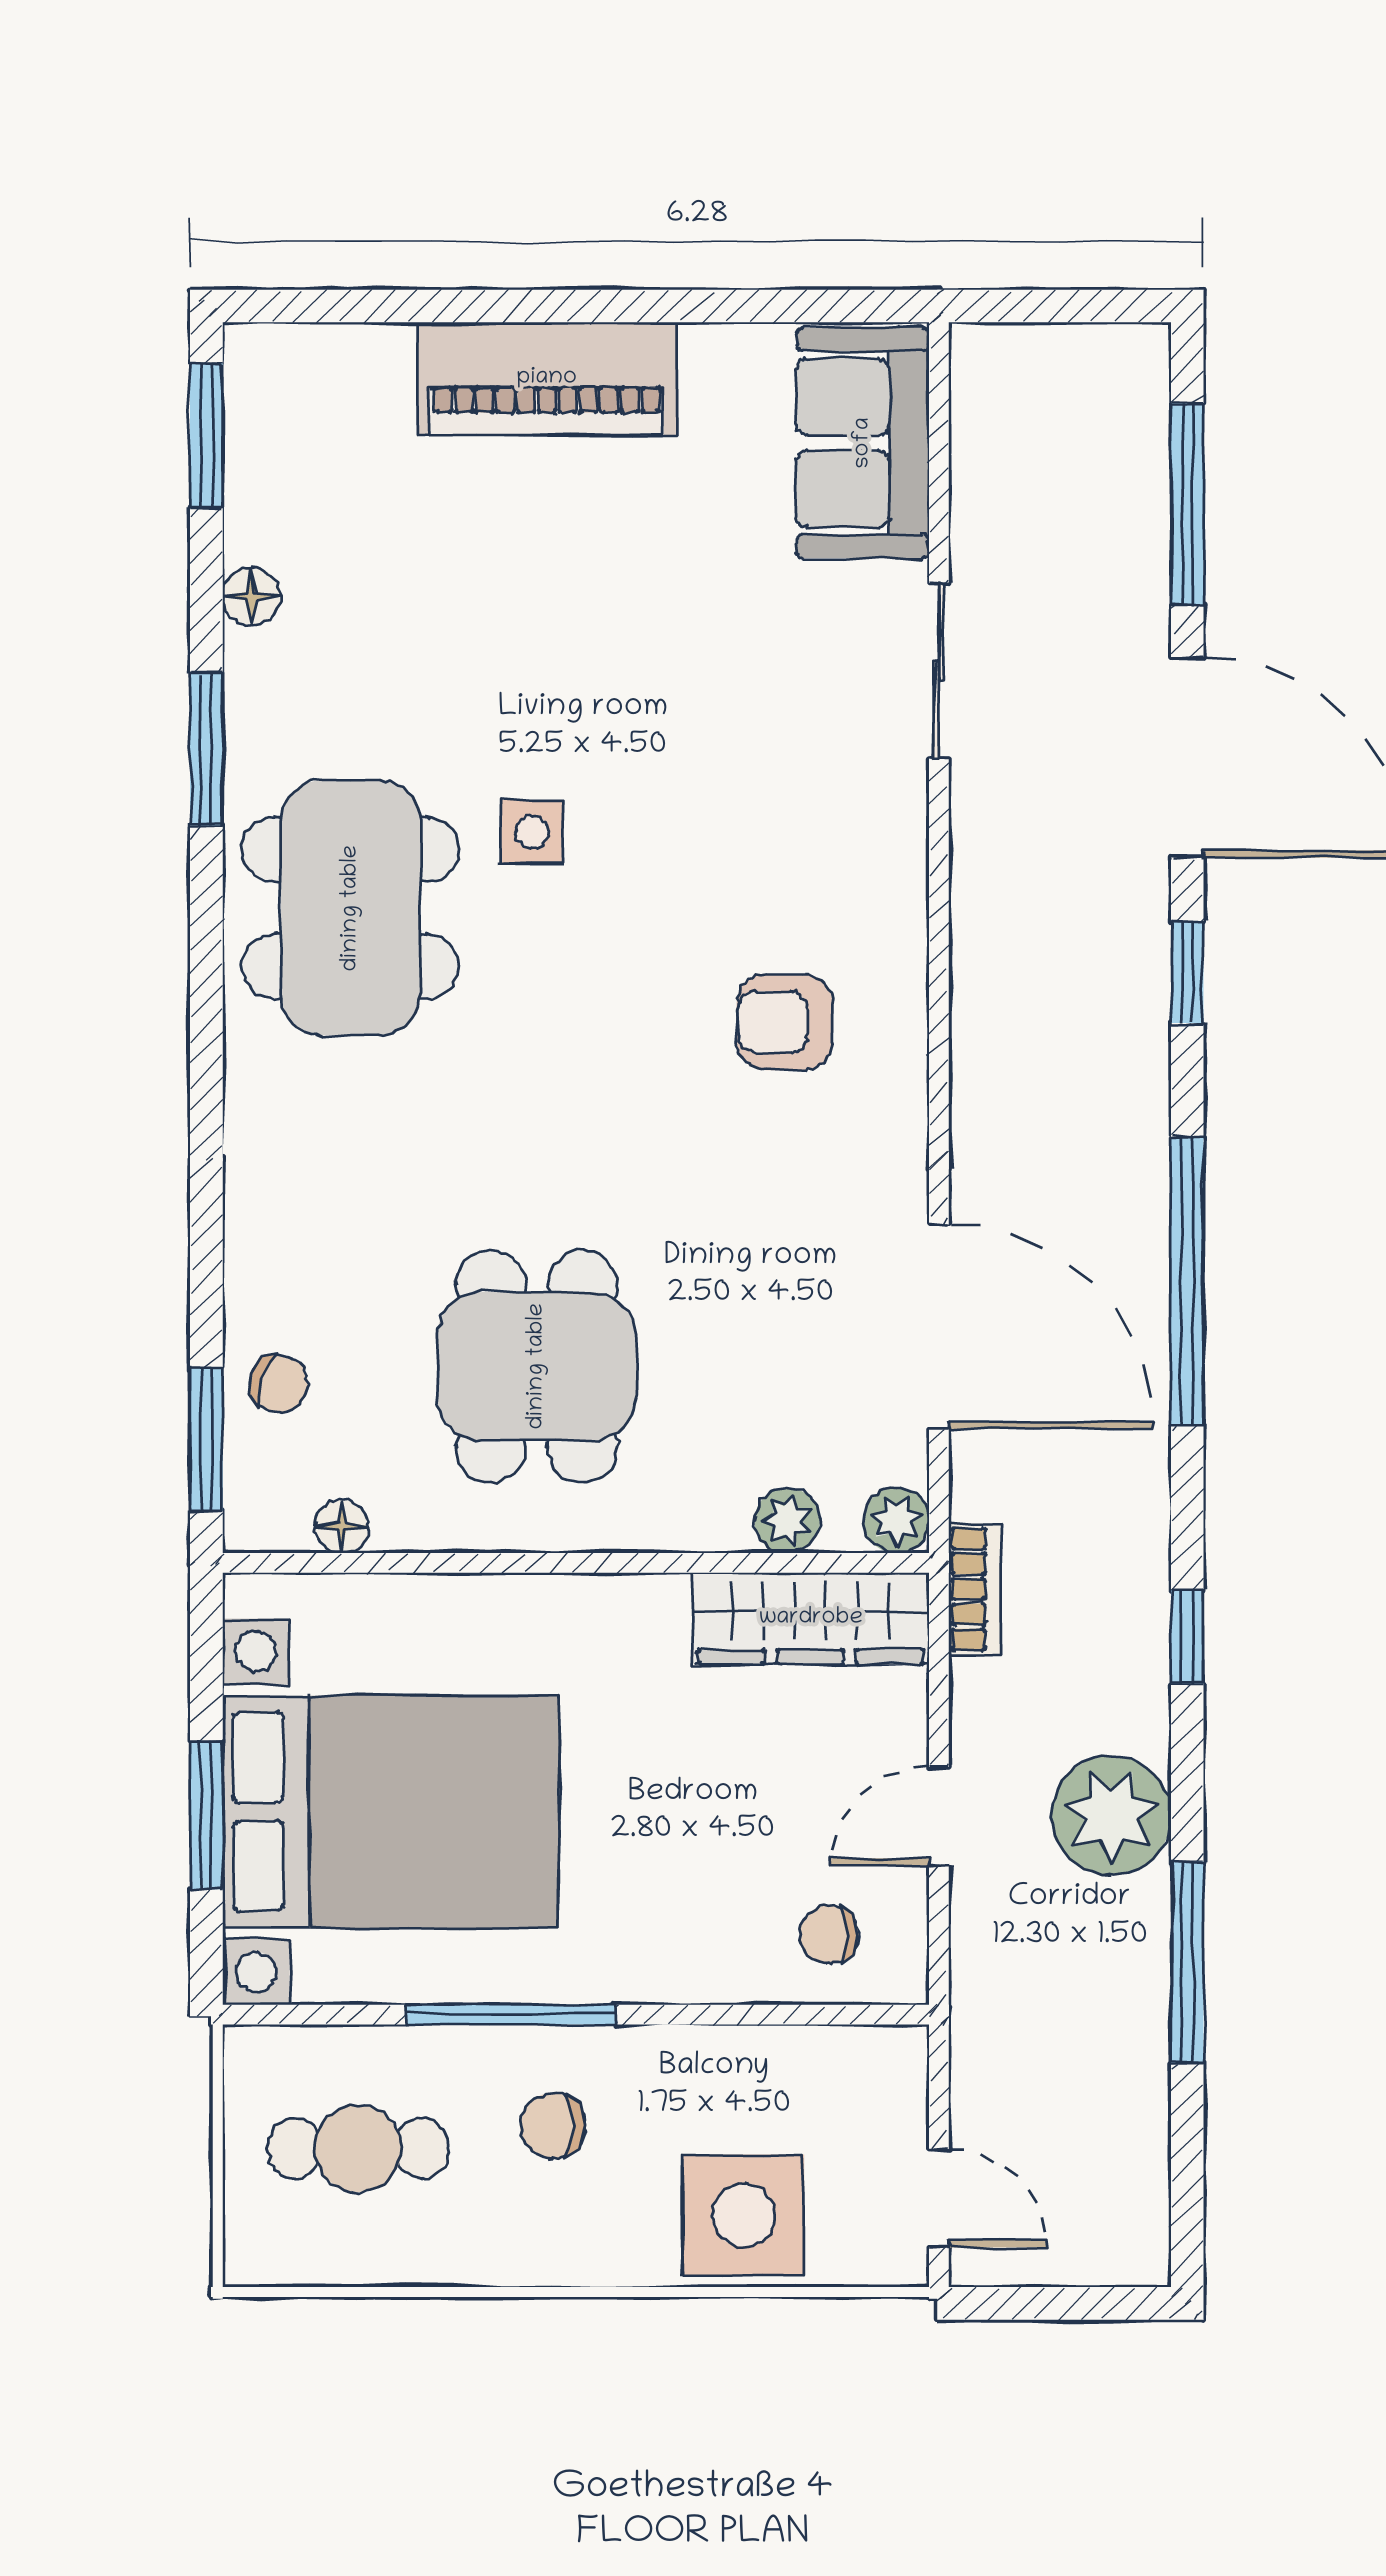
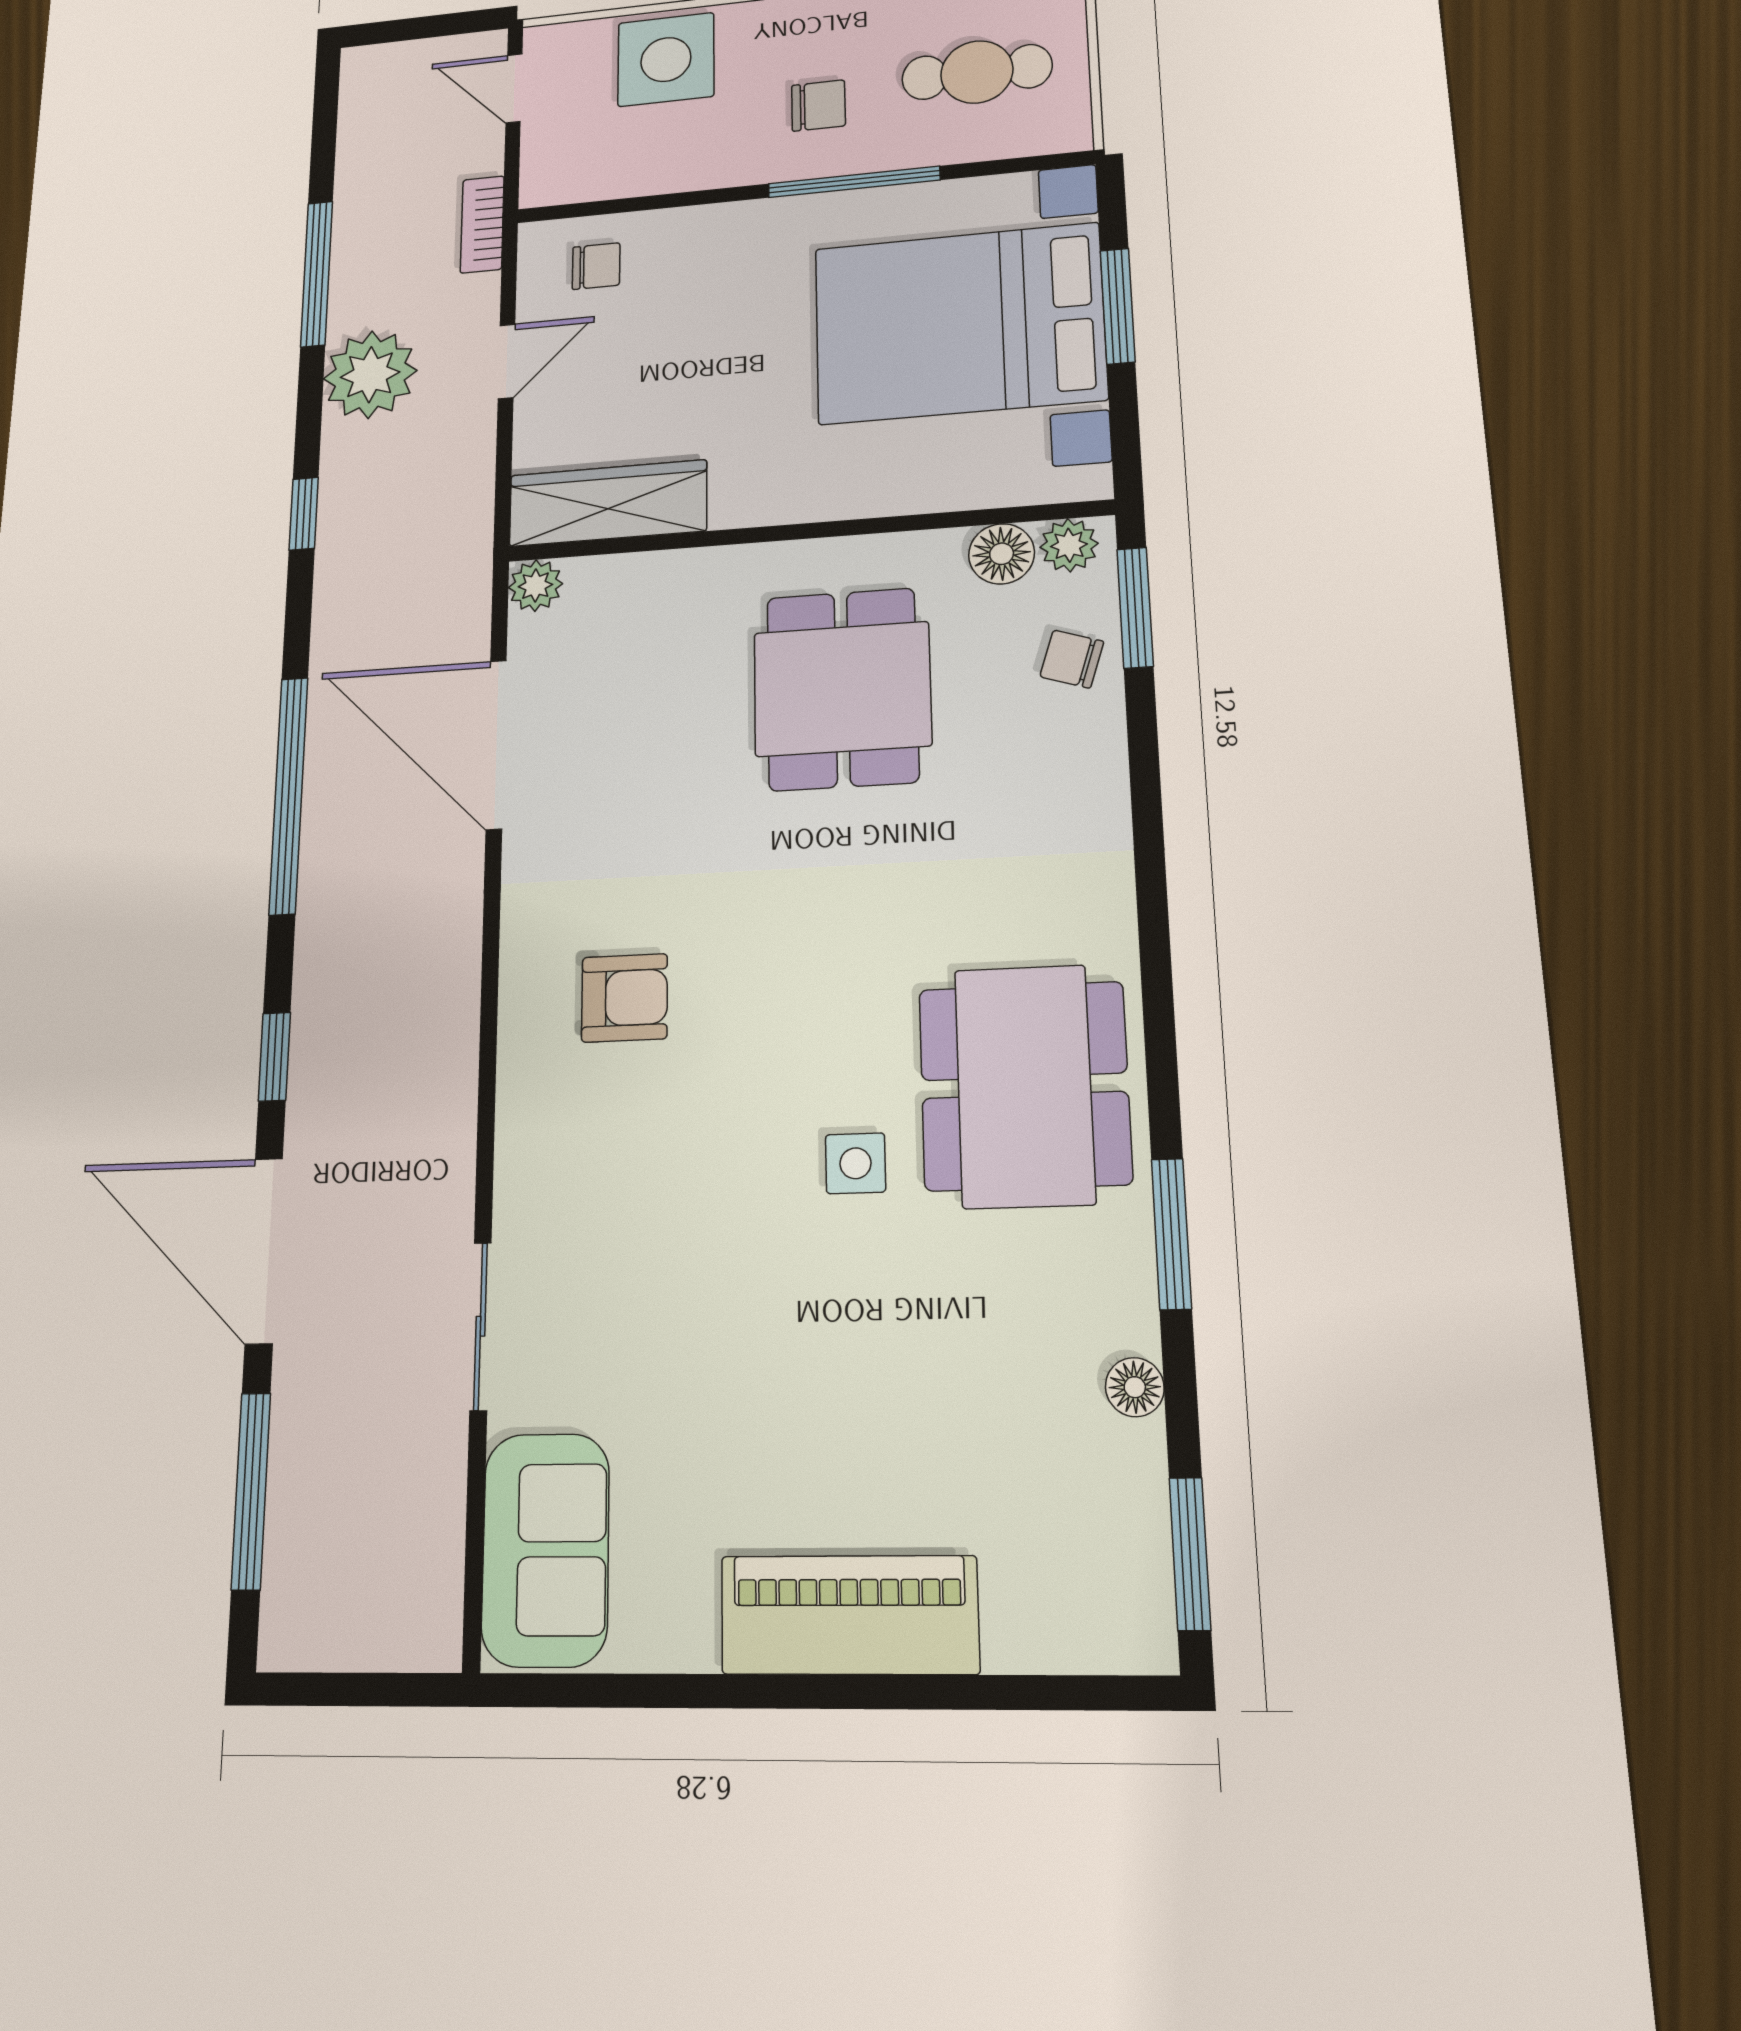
plant: (787, 1520) -> (1069, 545), moved
floor lamp: (342, 1526) -> (1002, 554), width x1.37, depth x1.37
bookcase: (975, 1589) -> (482, 224), moved

